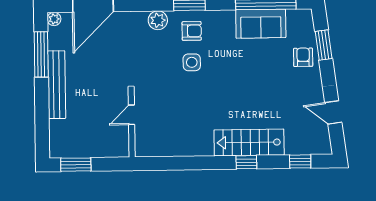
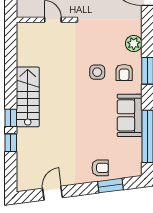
sofa: (261, 24) -> (130, 115), moved
stairs: (249, 142) -> (28, 97), moved
window: (300, 161) -> (11, 143), moved

